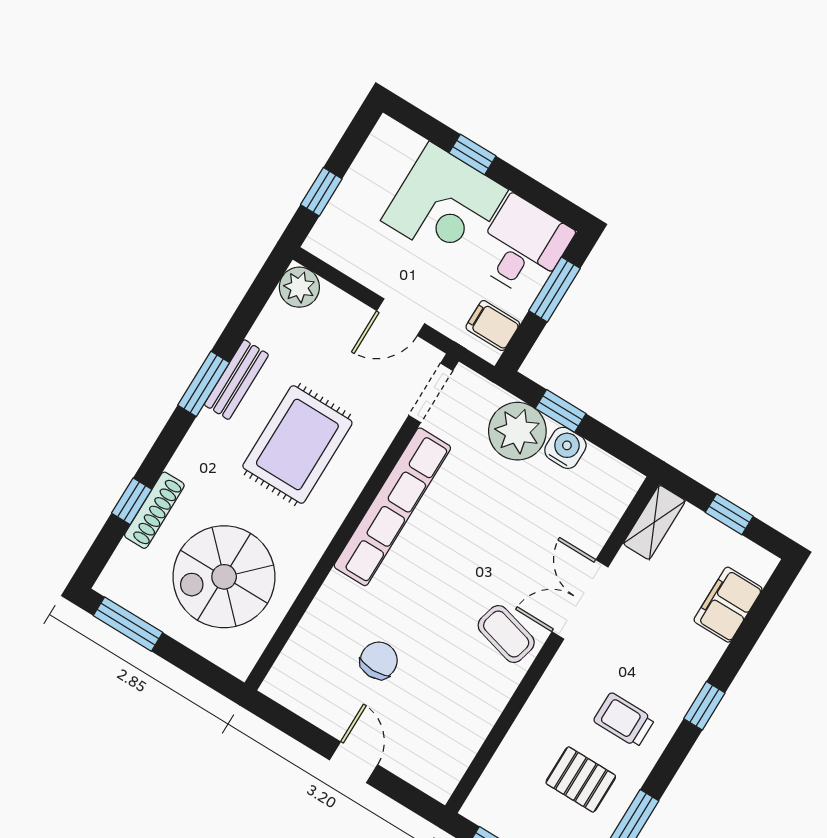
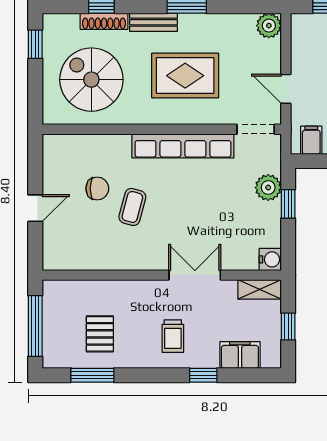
bench: (236, 380) -> (154, 22), moved
plant: (517, 431) -> (268, 188), width x0.73, depth x0.73
water cooler: (565, 448) -> (270, 259), moved
window: (128, 624) -> (35, 44), width x0.67
coffee table: (506, 634) -> (132, 207), moved
window: (704, 706) -> (203, 375), moved
trolley: (624, 720) -> (173, 336), moved, turned 180

